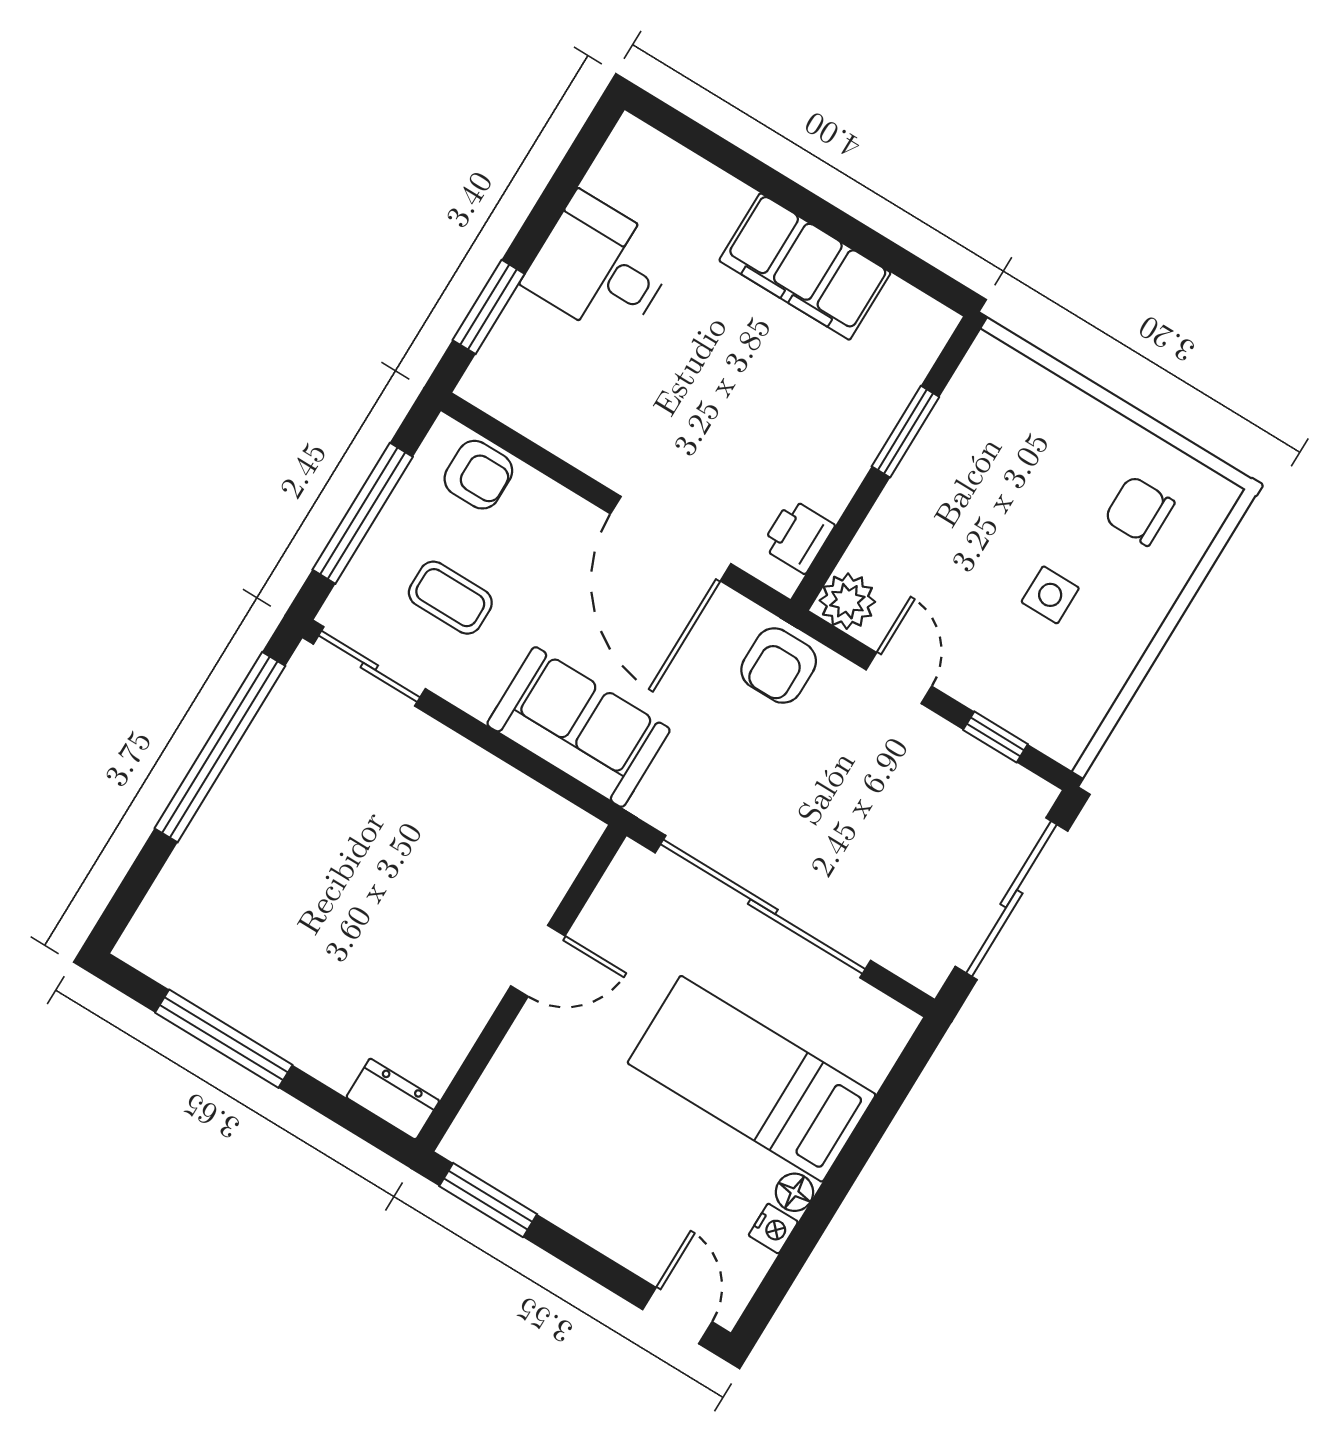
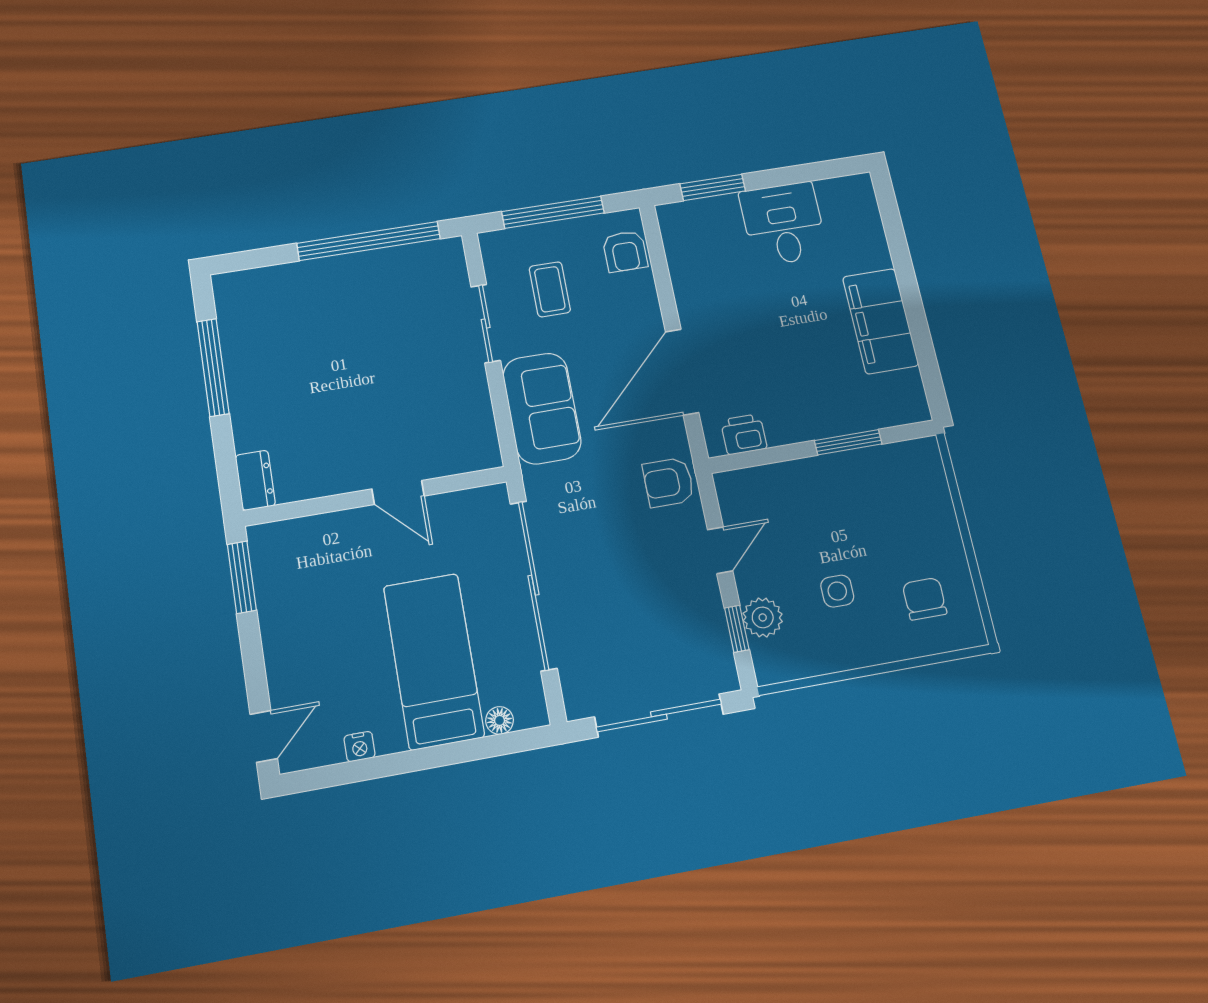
plant: (847, 601) -> (763, 617), moved
sliding door: (369, 666) -> (486, 323), moved
floor lamp: (795, 1192) -> (500, 720), moved

